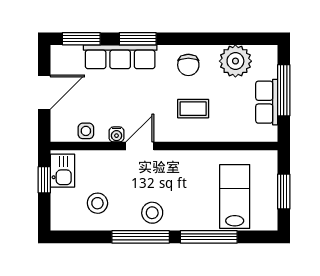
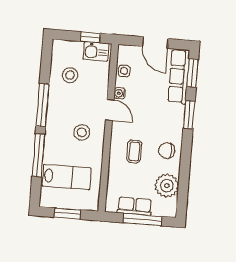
row of seats: (120, 57) -> (179, 76), moved
stool: (152, 213) -> (82, 132), moved

